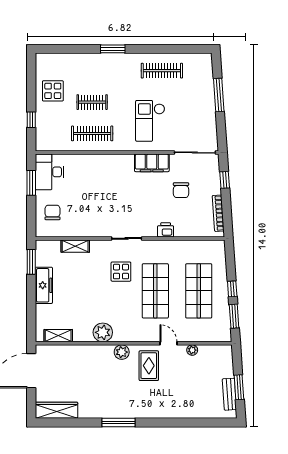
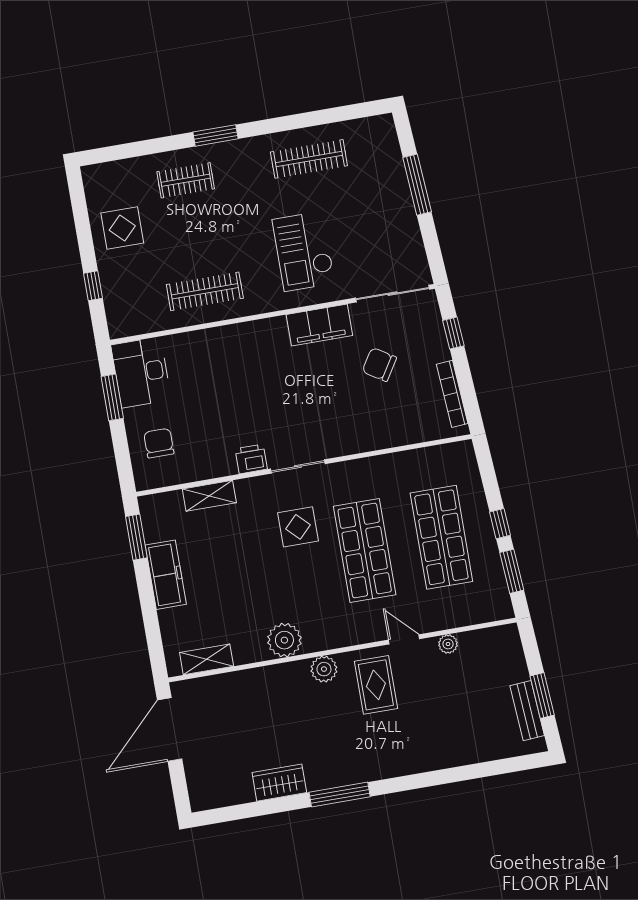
clothes rail: (92, 102) -> (186, 180), moved
chair: (181, 190) -> (379, 365), turned 122
printer: (166, 230) -> (251, 459), moved
wardrobe: (56, 410) -> (279, 783), moved, width x0.67

